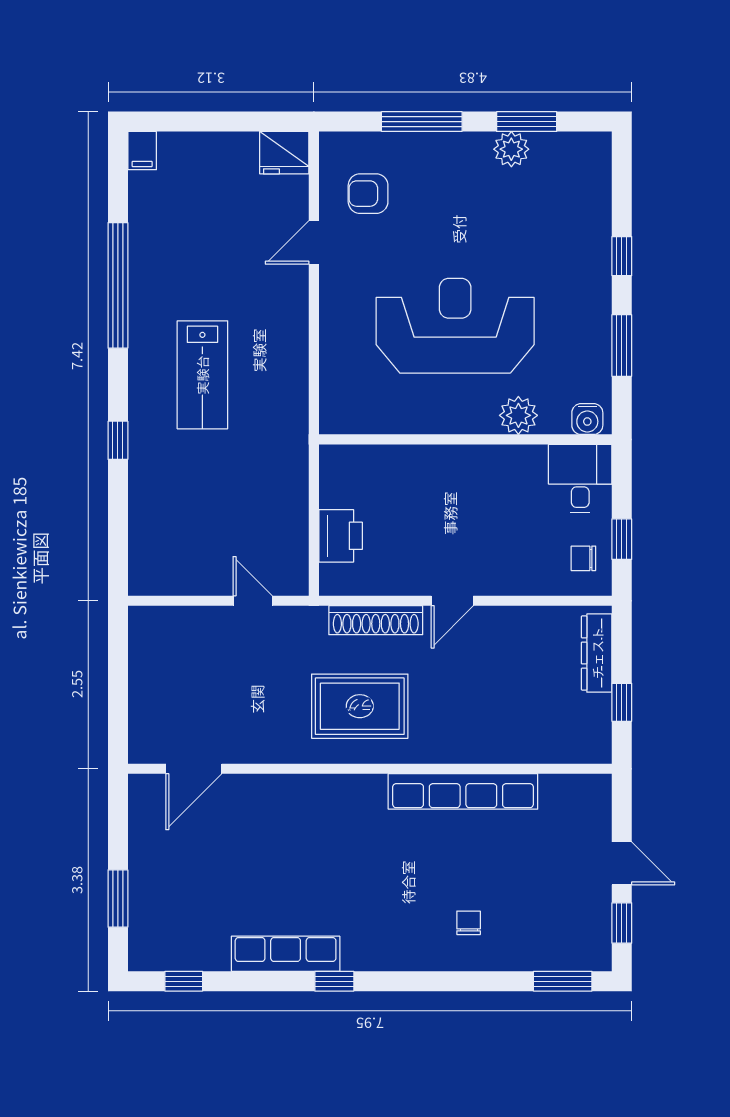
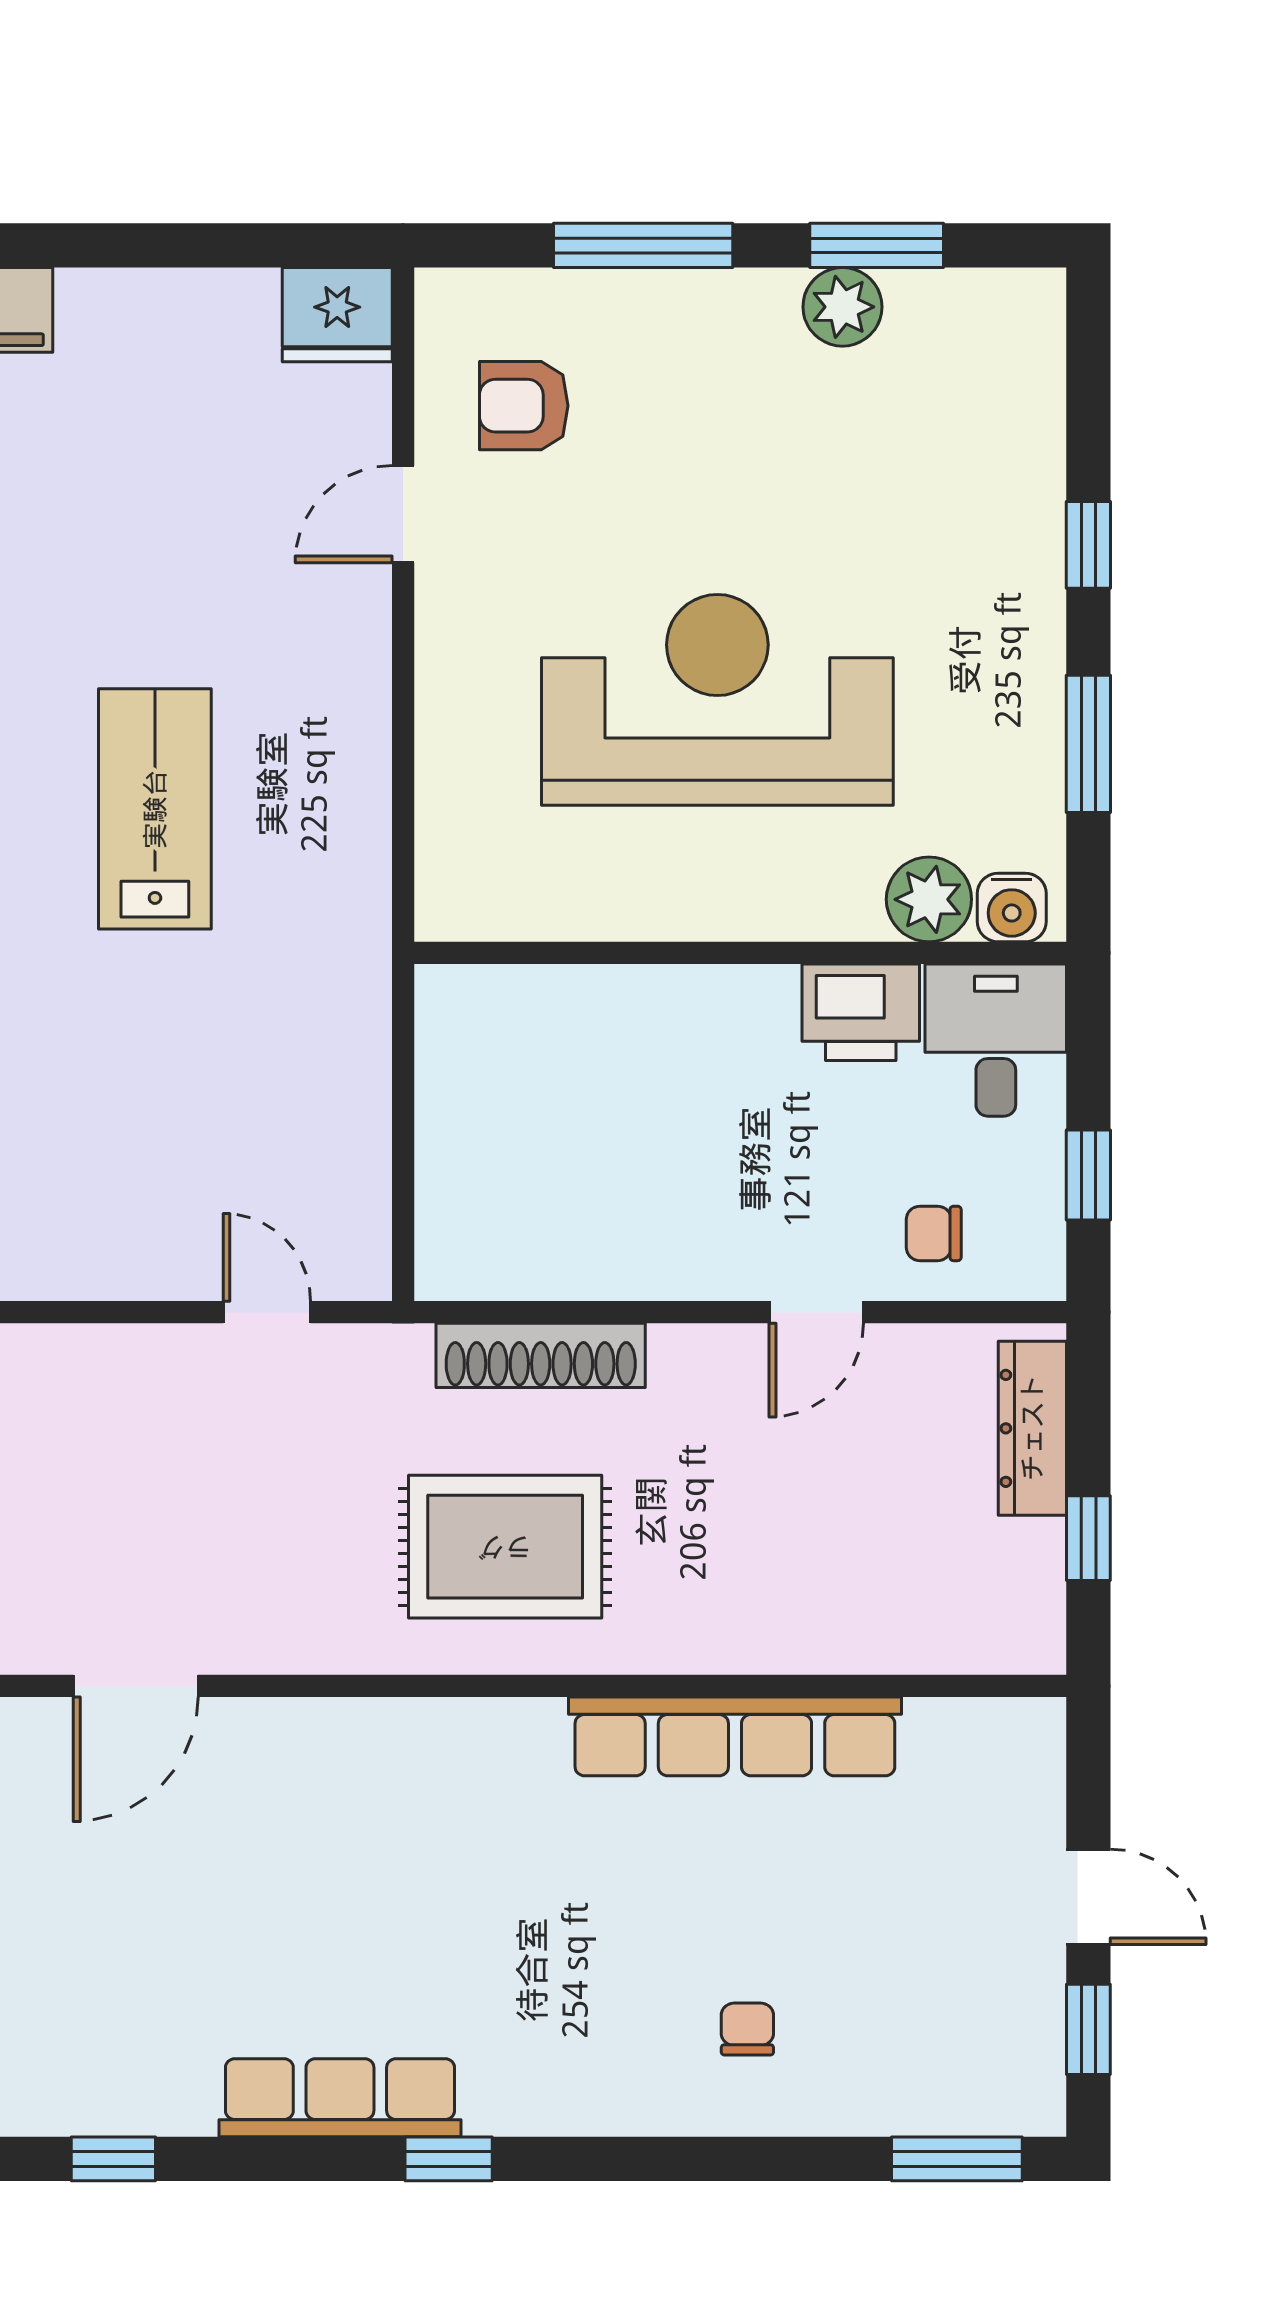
lab bench: (202, 375) -> (155, 809), turned 180
plant: (518, 415) -> (929, 899), moved
printer: (341, 536) -> (861, 1012), moved, turned 90
chair: (583, 558) -> (934, 1233), moved
door: (452, 601) -> (816, 1312), moved

